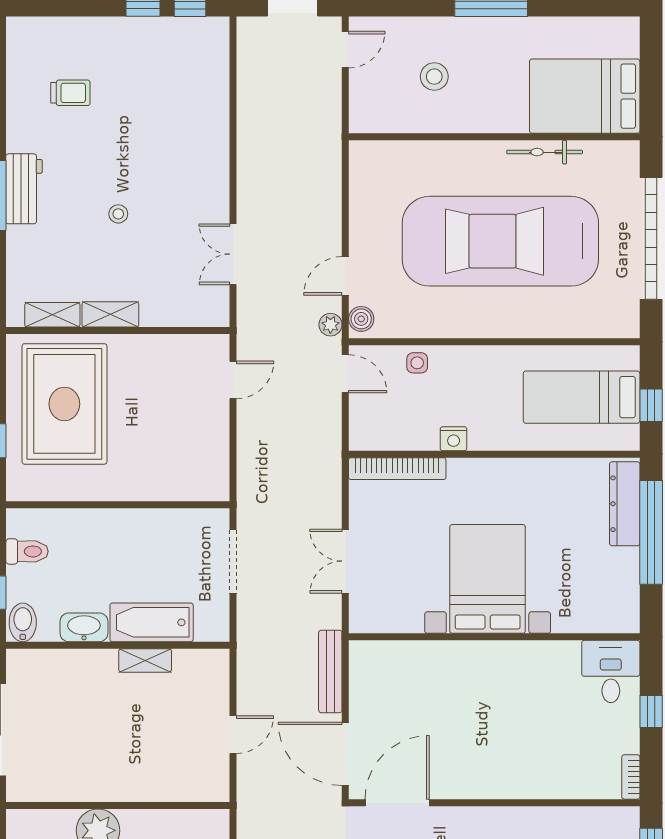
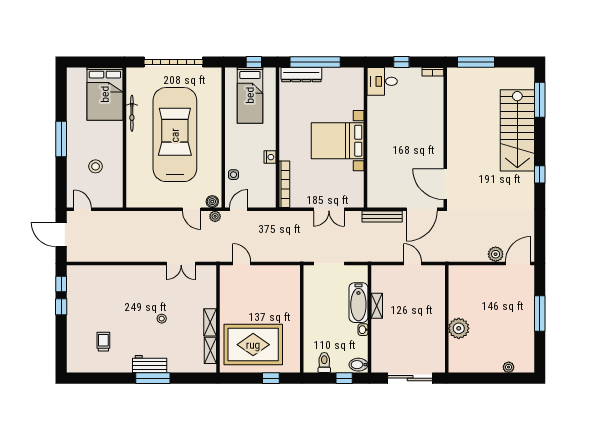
car: (500, 241) -> (175, 135), turned 180
washbasin: (84, 627) -> (363, 330), width x0.52, depth x0.69

